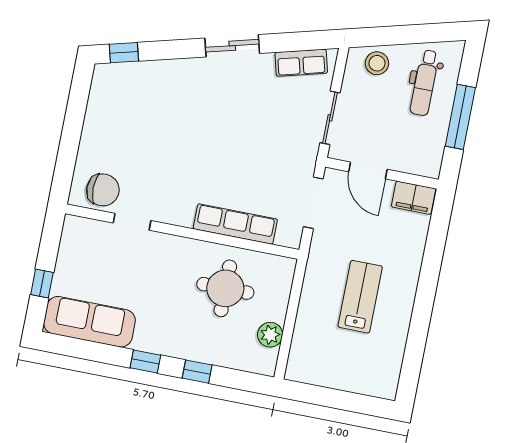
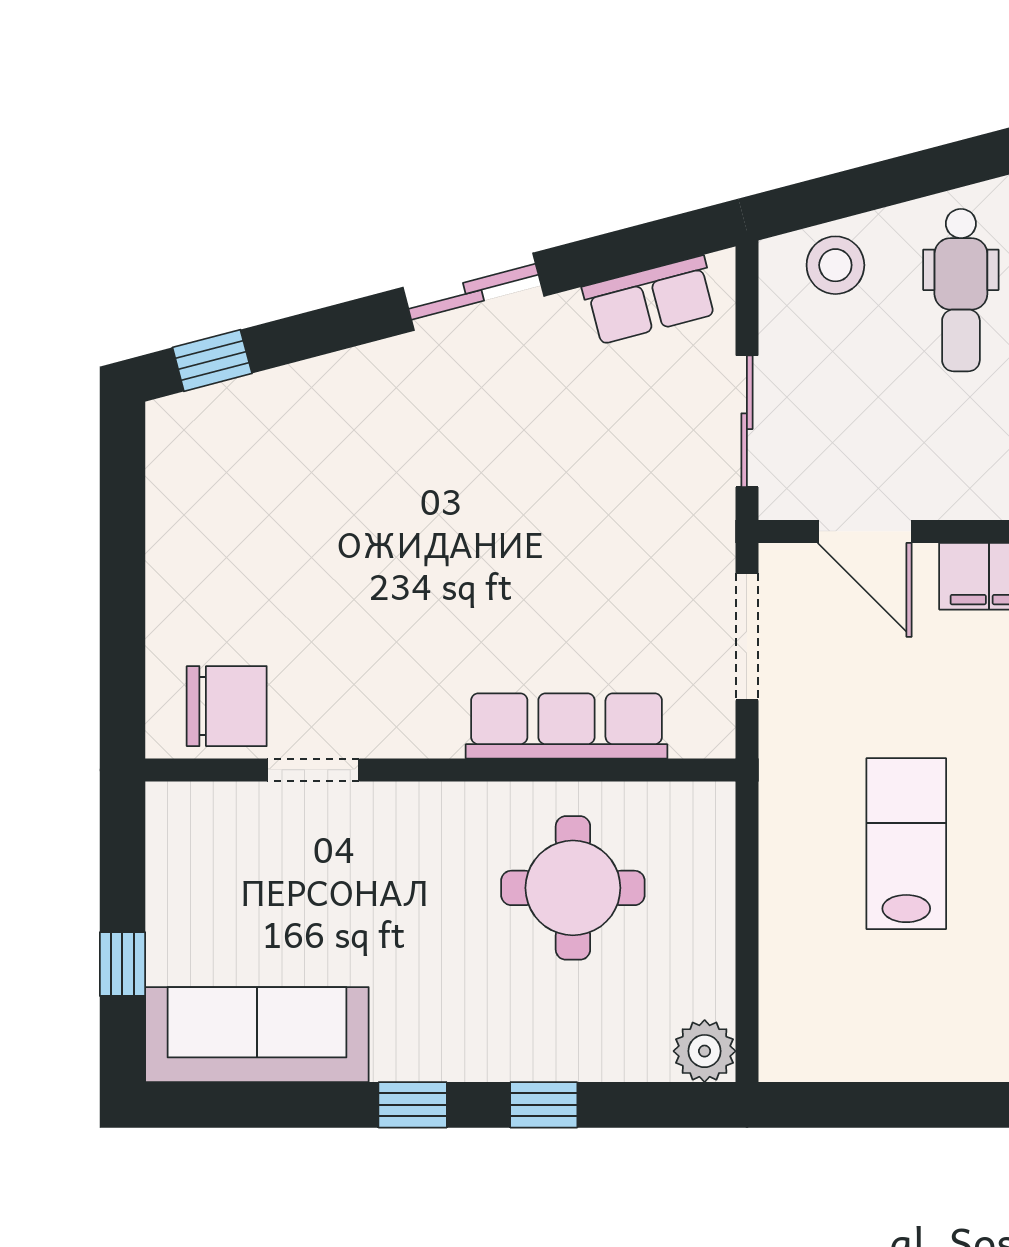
plant: (270, 335) -> (705, 1051), moved

